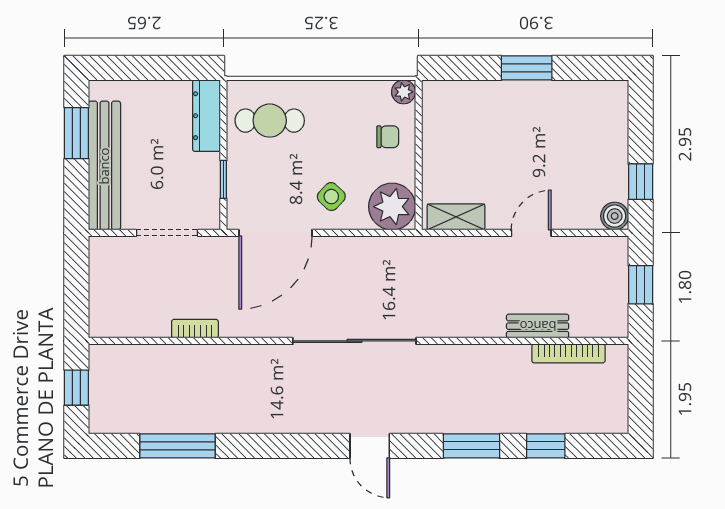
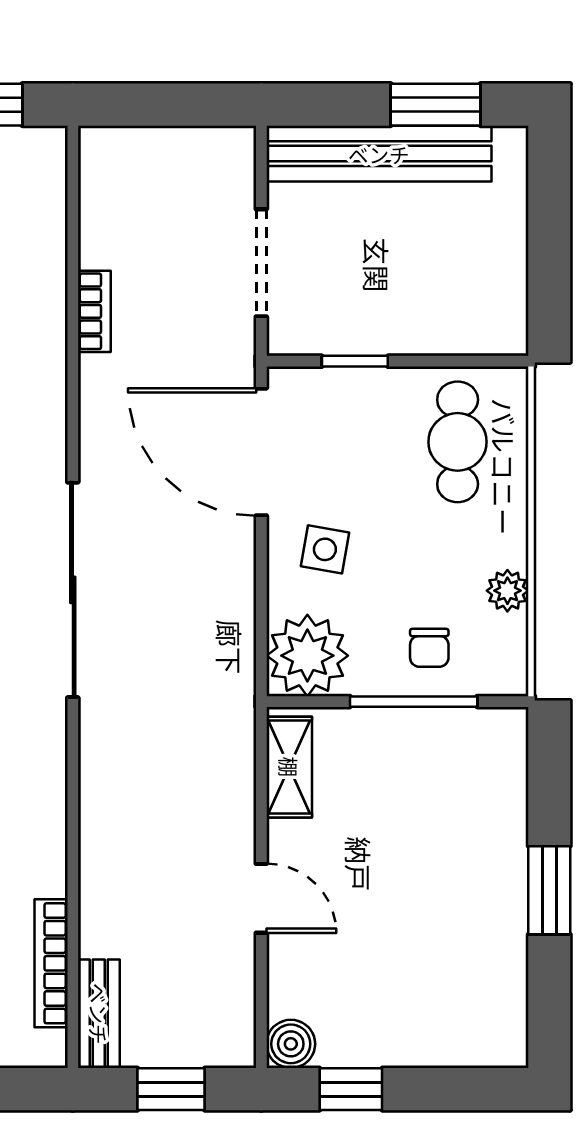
plant: (404, 92) -> (507, 591), moved
dresser: (206, 116) -> (466, 332), removed
window: (419, 146) -> (414, 702), added
side table: (331, 197) -> (325, 549), turned -33
bench: (538, 326) -> (99, 1014), moved

